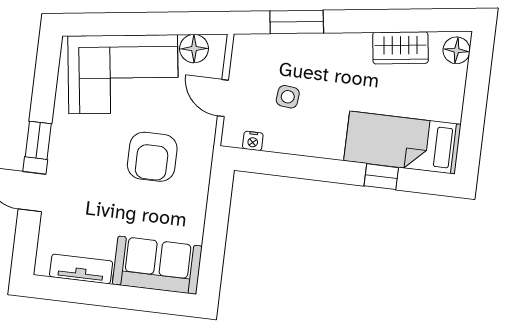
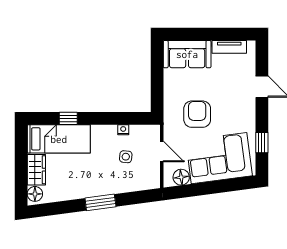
window: (297, 22) -> (100, 202), moved
wardrobe: (400, 48) -> (36, 170), moved, turned 98
window: (38, 140) -> (262, 143), moved
nightstand: (253, 141) -> (123, 130), moved

